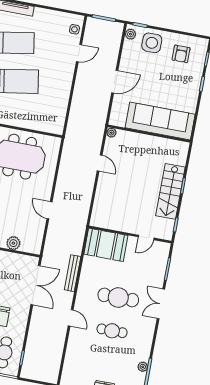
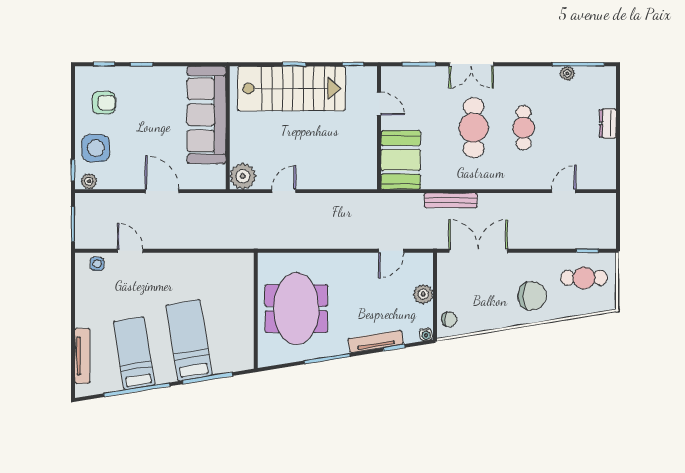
plant: (111, 133) -> (243, 176), width x1.88, depth x1.88
stairs: (170, 191) -> (291, 88), width x1.36, depth x1.51
door: (50, 210) -> (391, 251), moved
door: (71, 318) -> (564, 191), moved

